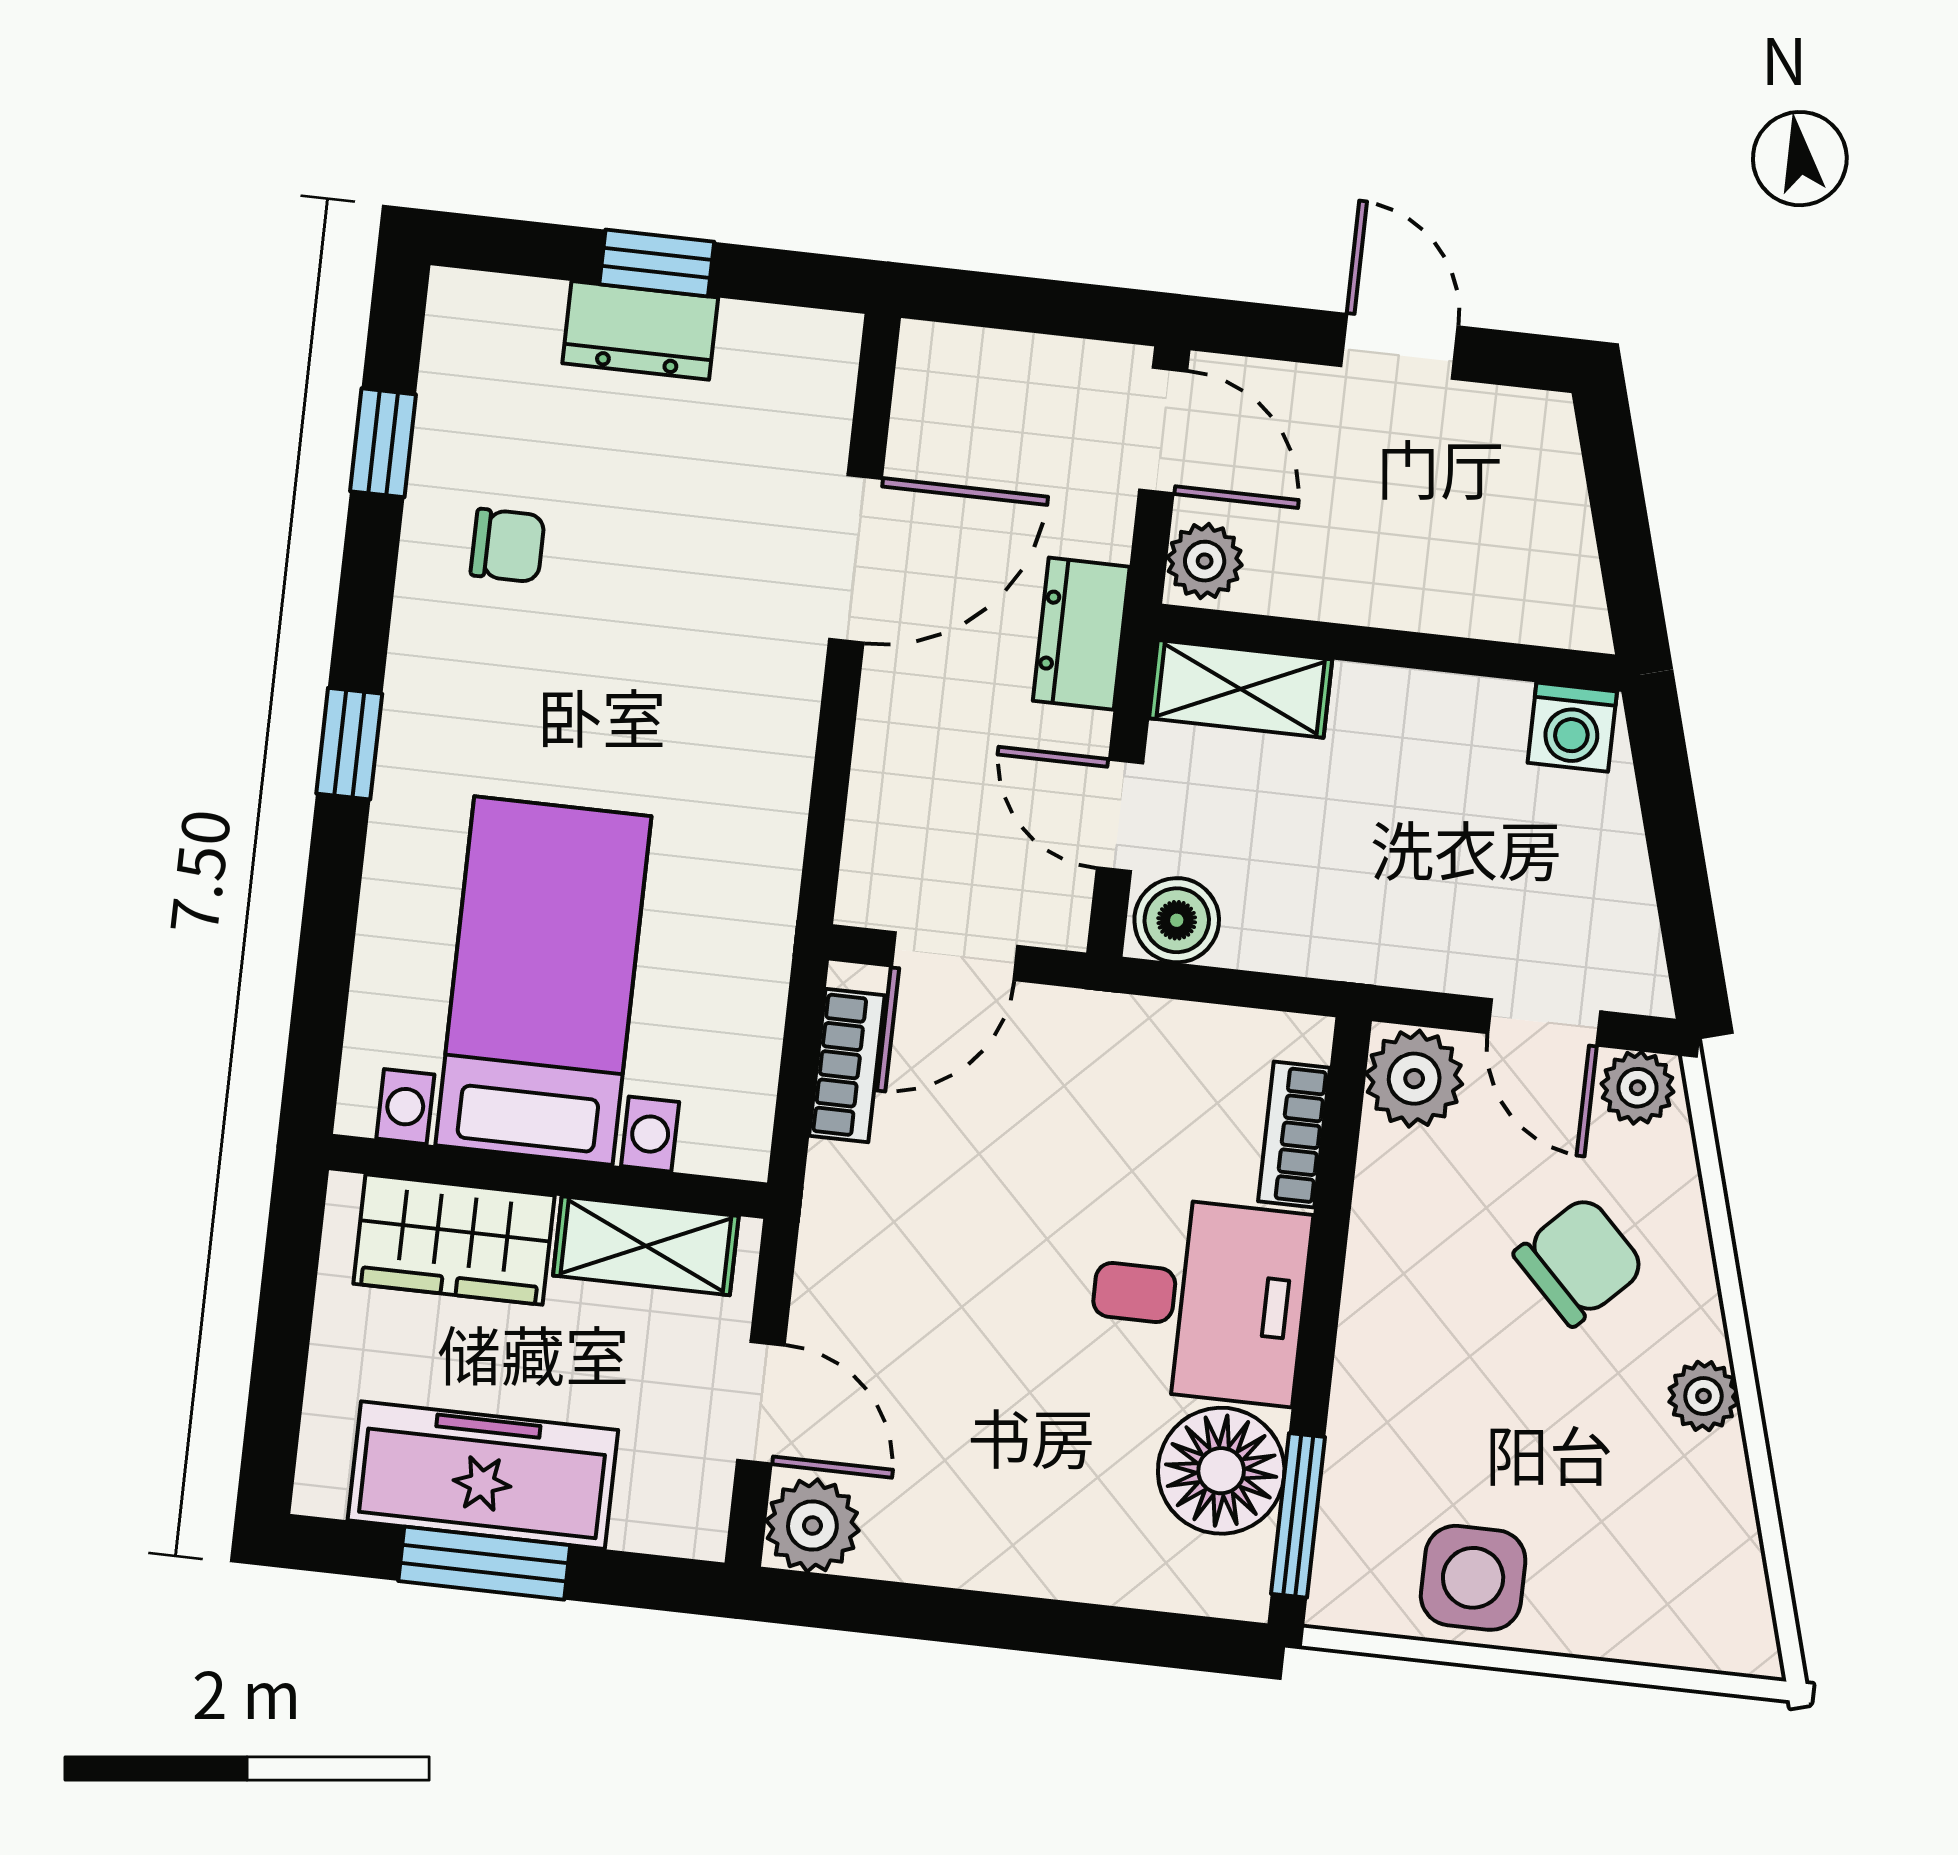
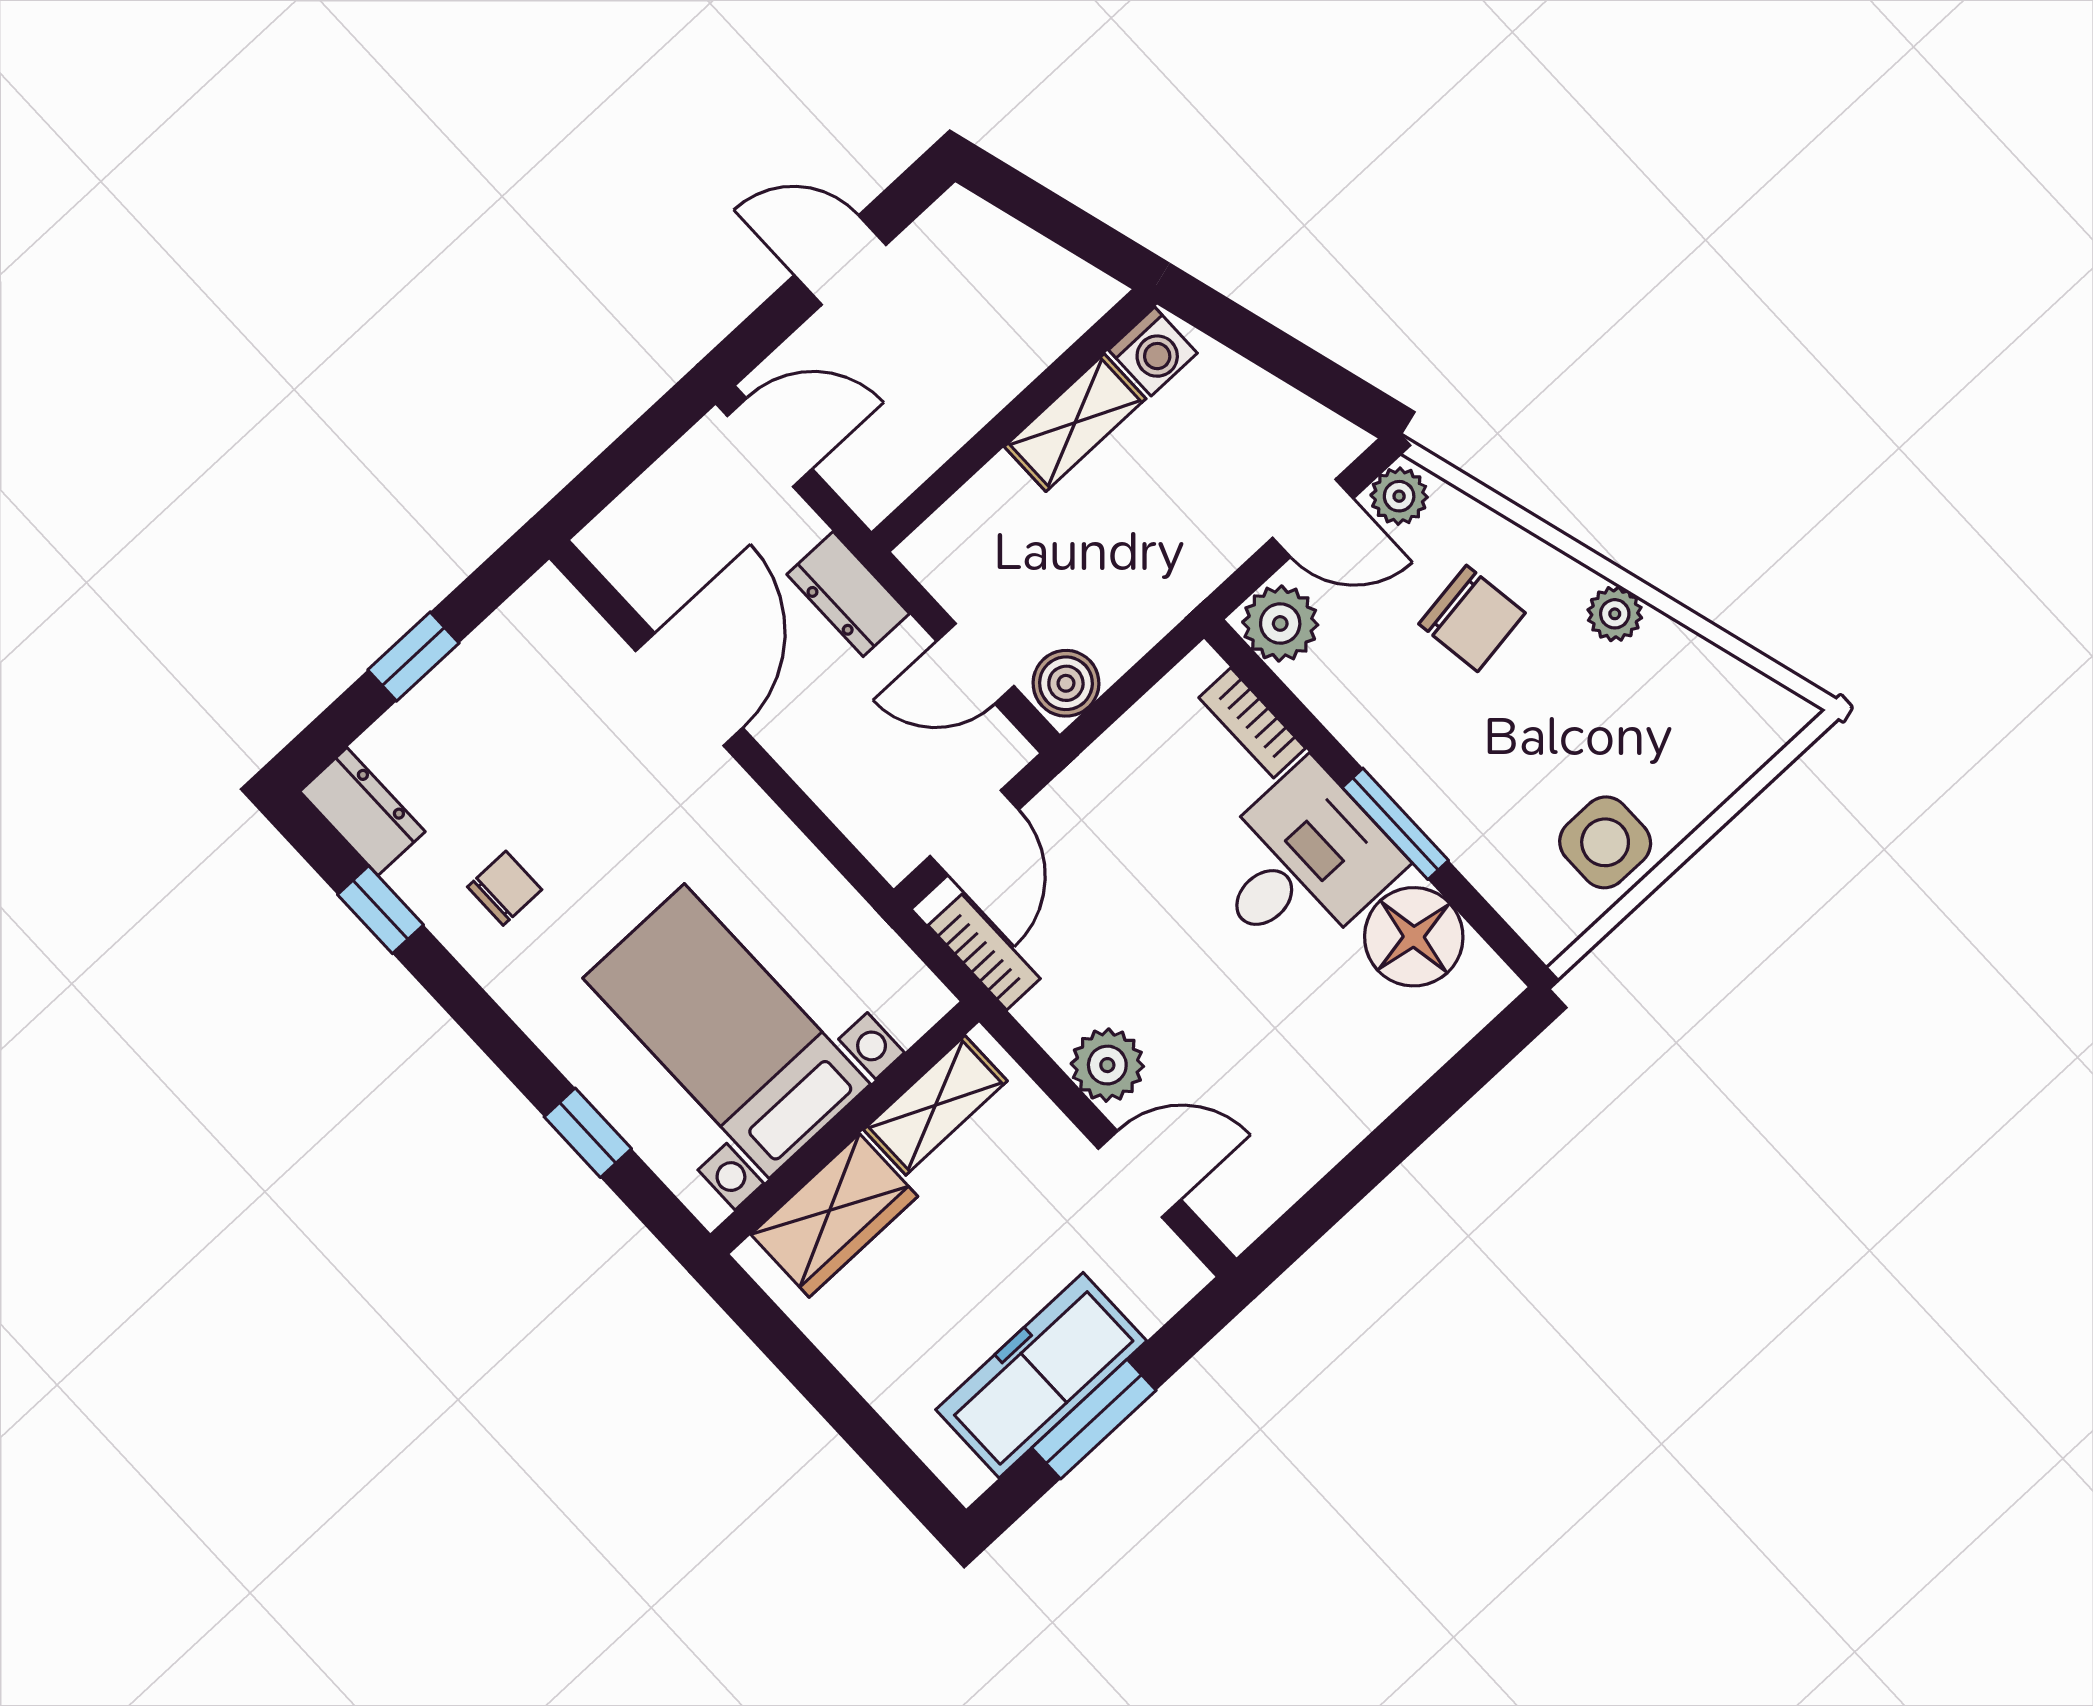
dresser: (640, 330) -> (362, 811), moved, turned -90
plant: (1205, 561) -> (868, 484), removed
shelving: (1241, 689) -> (1075, 423), moved
window: (349, 744) -> (588, 1133), moved
bed with nightstands: (543, 981) -> (727, 1031), moved
wall: (548, 1176) -> (845, 1128), moved
wardrobe: (454, 1240) -> (834, 1215), moved
shelving: (646, 1246) -> (935, 1105), moved
chair: (1580, 1261) -> (1472, 618), turned 127
window: (1298, 1515) -> (1395, 824), moved
plant: (812, 1525) -> (1107, 1065), moved

